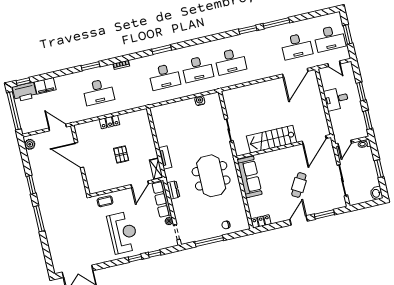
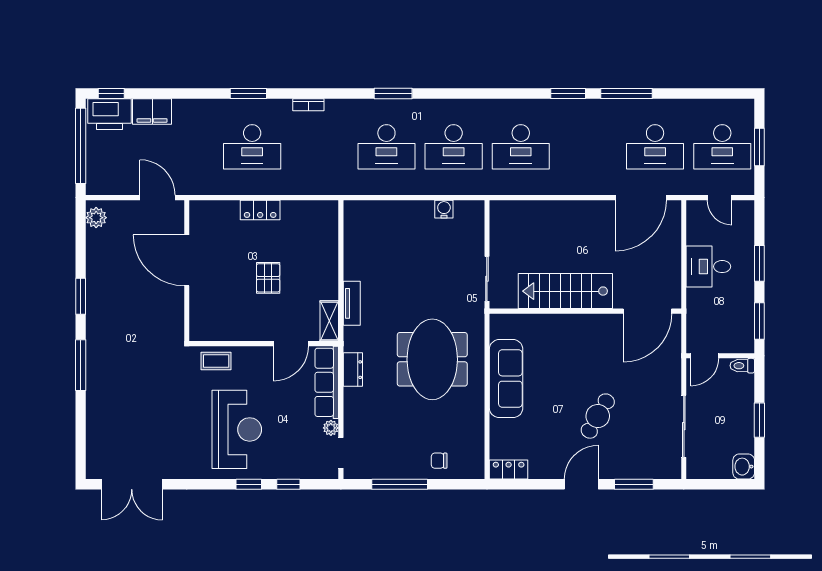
stairs: (272, 139) -> (565, 291), moved
door: (314, 140) -> (647, 311), moved
wall: (284, 147) -> (585, 311), moved

